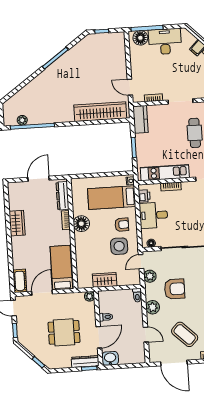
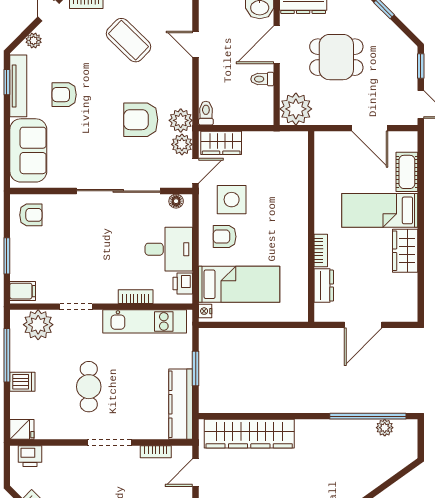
door: (130, 87) -> (196, 473), swing flipped
kitchen counter: (140, 119) -> (181, 404), width x1.50
dresser: (62, 196) -> (324, 286), width x0.70
floor lamp: (81, 224) -> (294, 243), removed
bed: (61, 268) -> (380, 210), moved, turned 90
wardrobe: (105, 280) -> (221, 143), moved
cot: (20, 281) -> (407, 172), moved
door: (42, 293) -> (370, 128), hinge flipped
plant: (90, 296) -> (296, 109), width x1.87, depth x1.87
plant: (153, 307) -> (181, 120), moved

